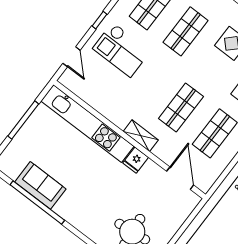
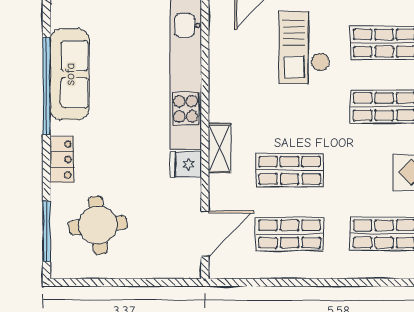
sofa: (40, 185) -> (70, 74), width x1.36
locker: (83, 224) -> (62, 160), added

